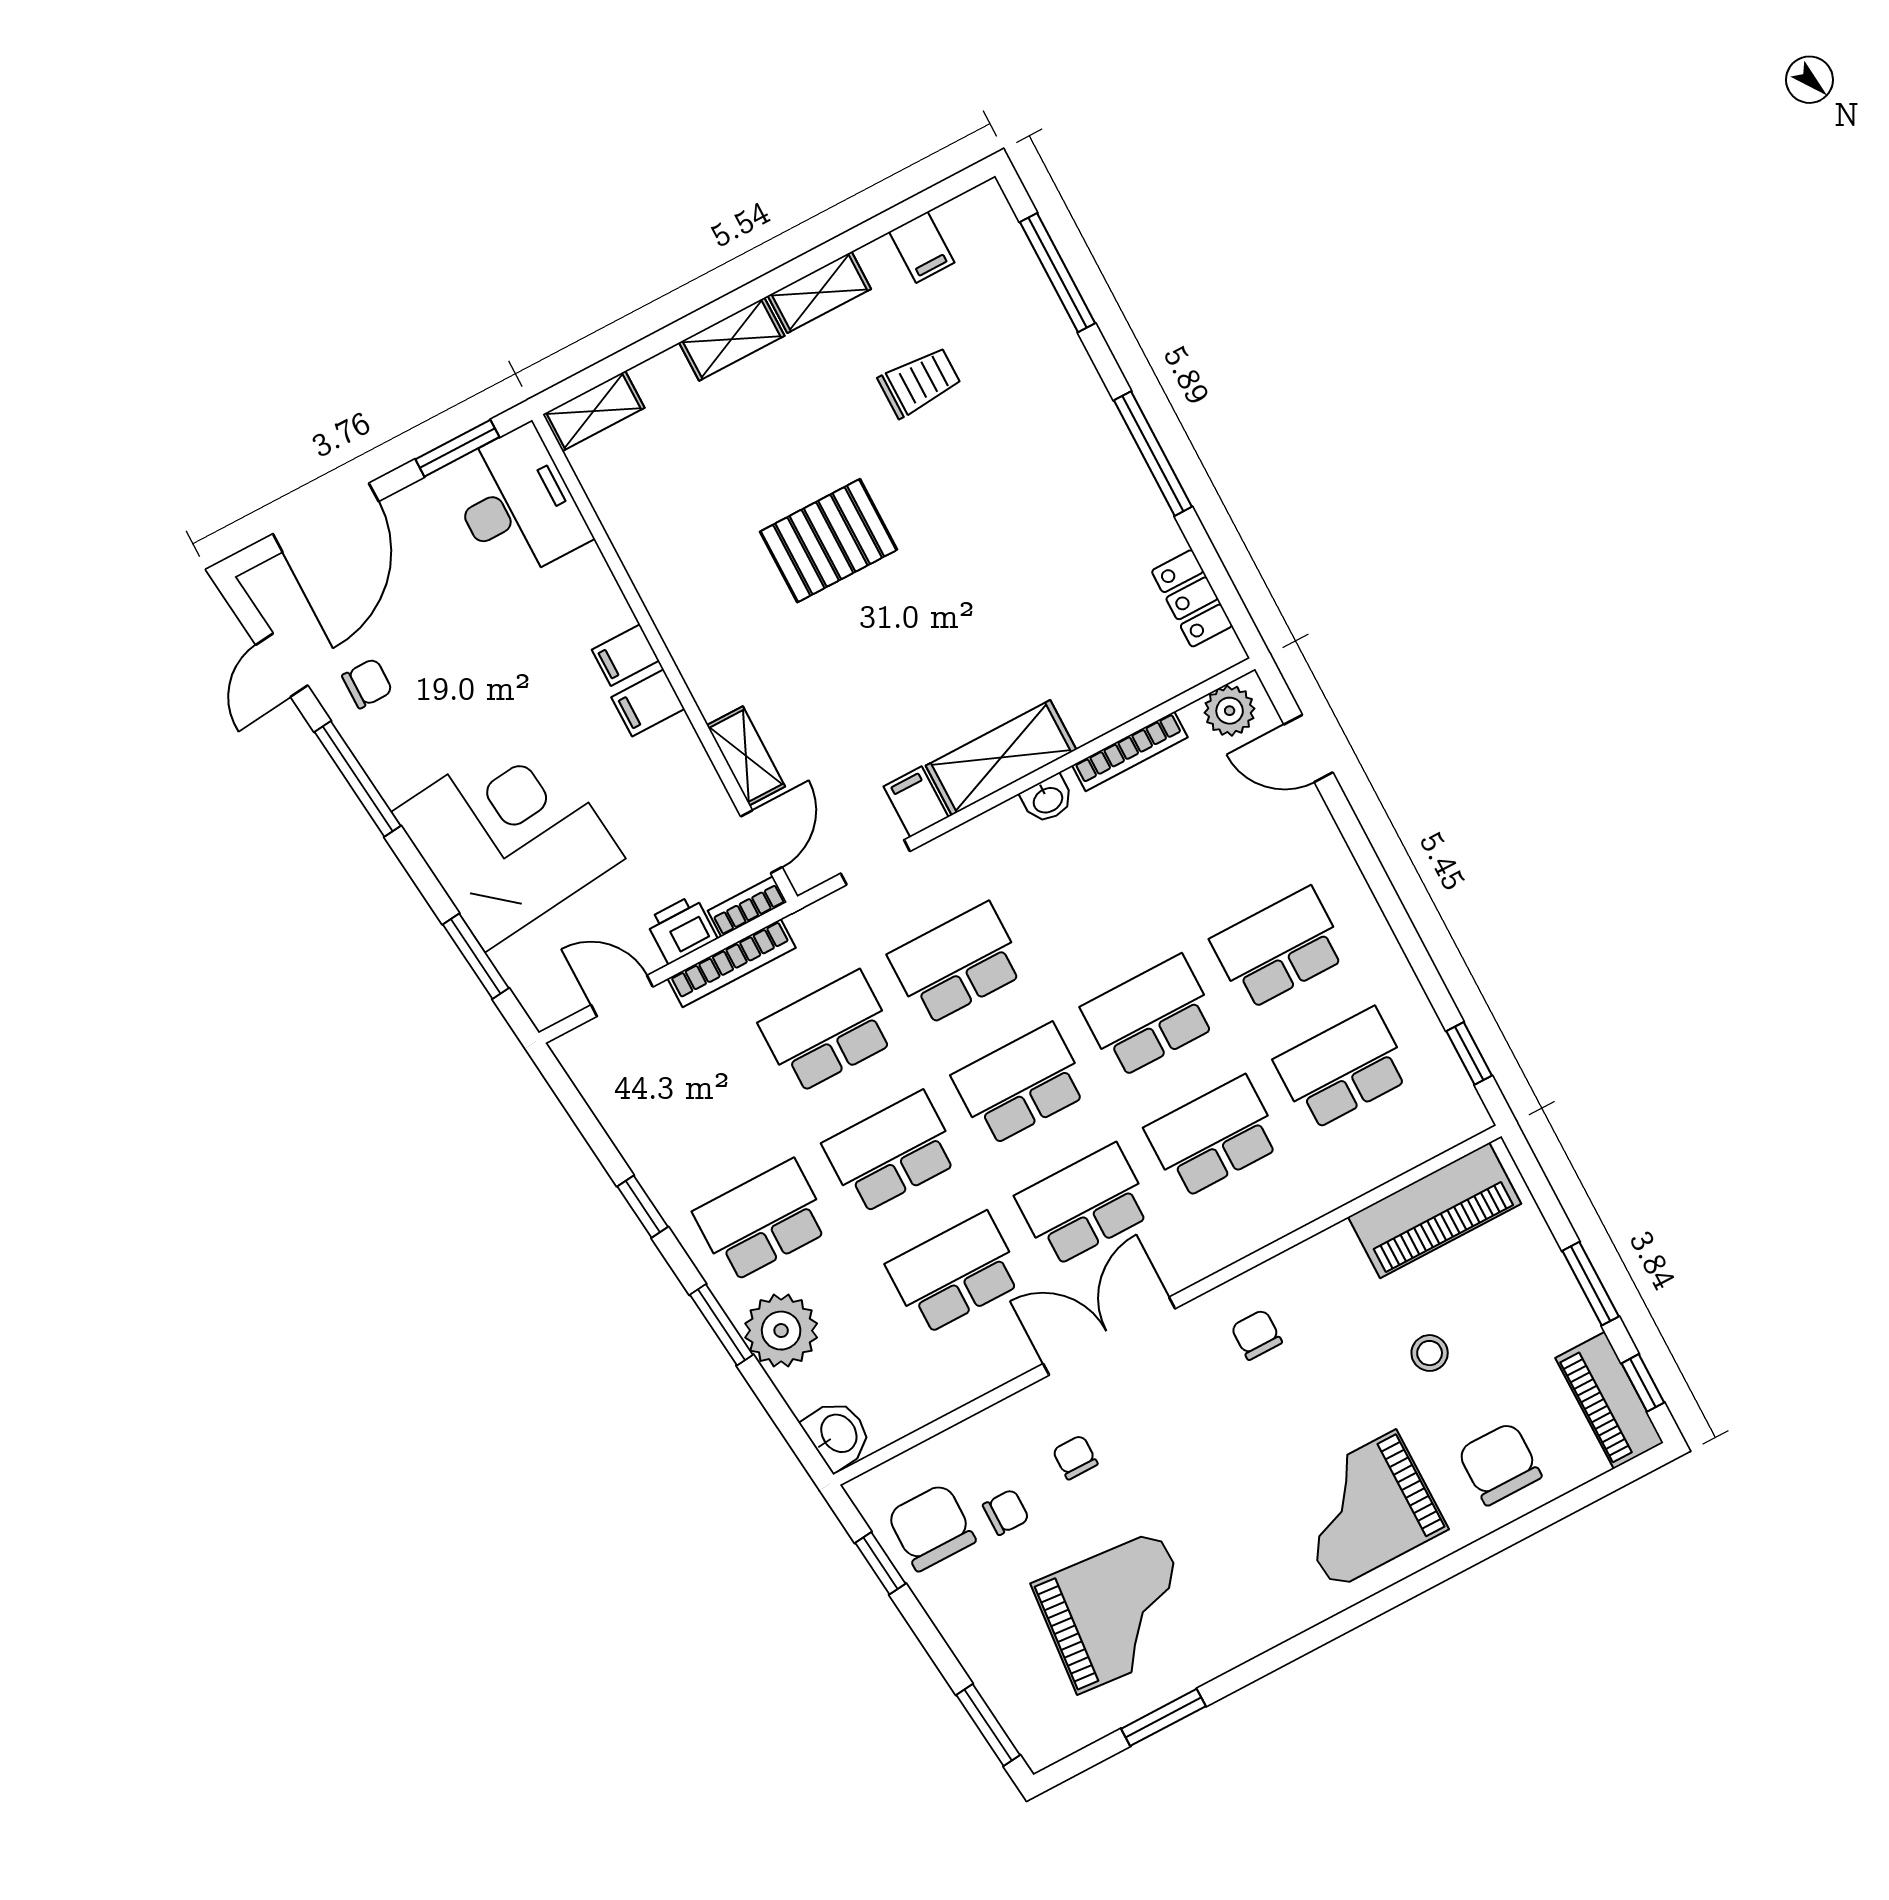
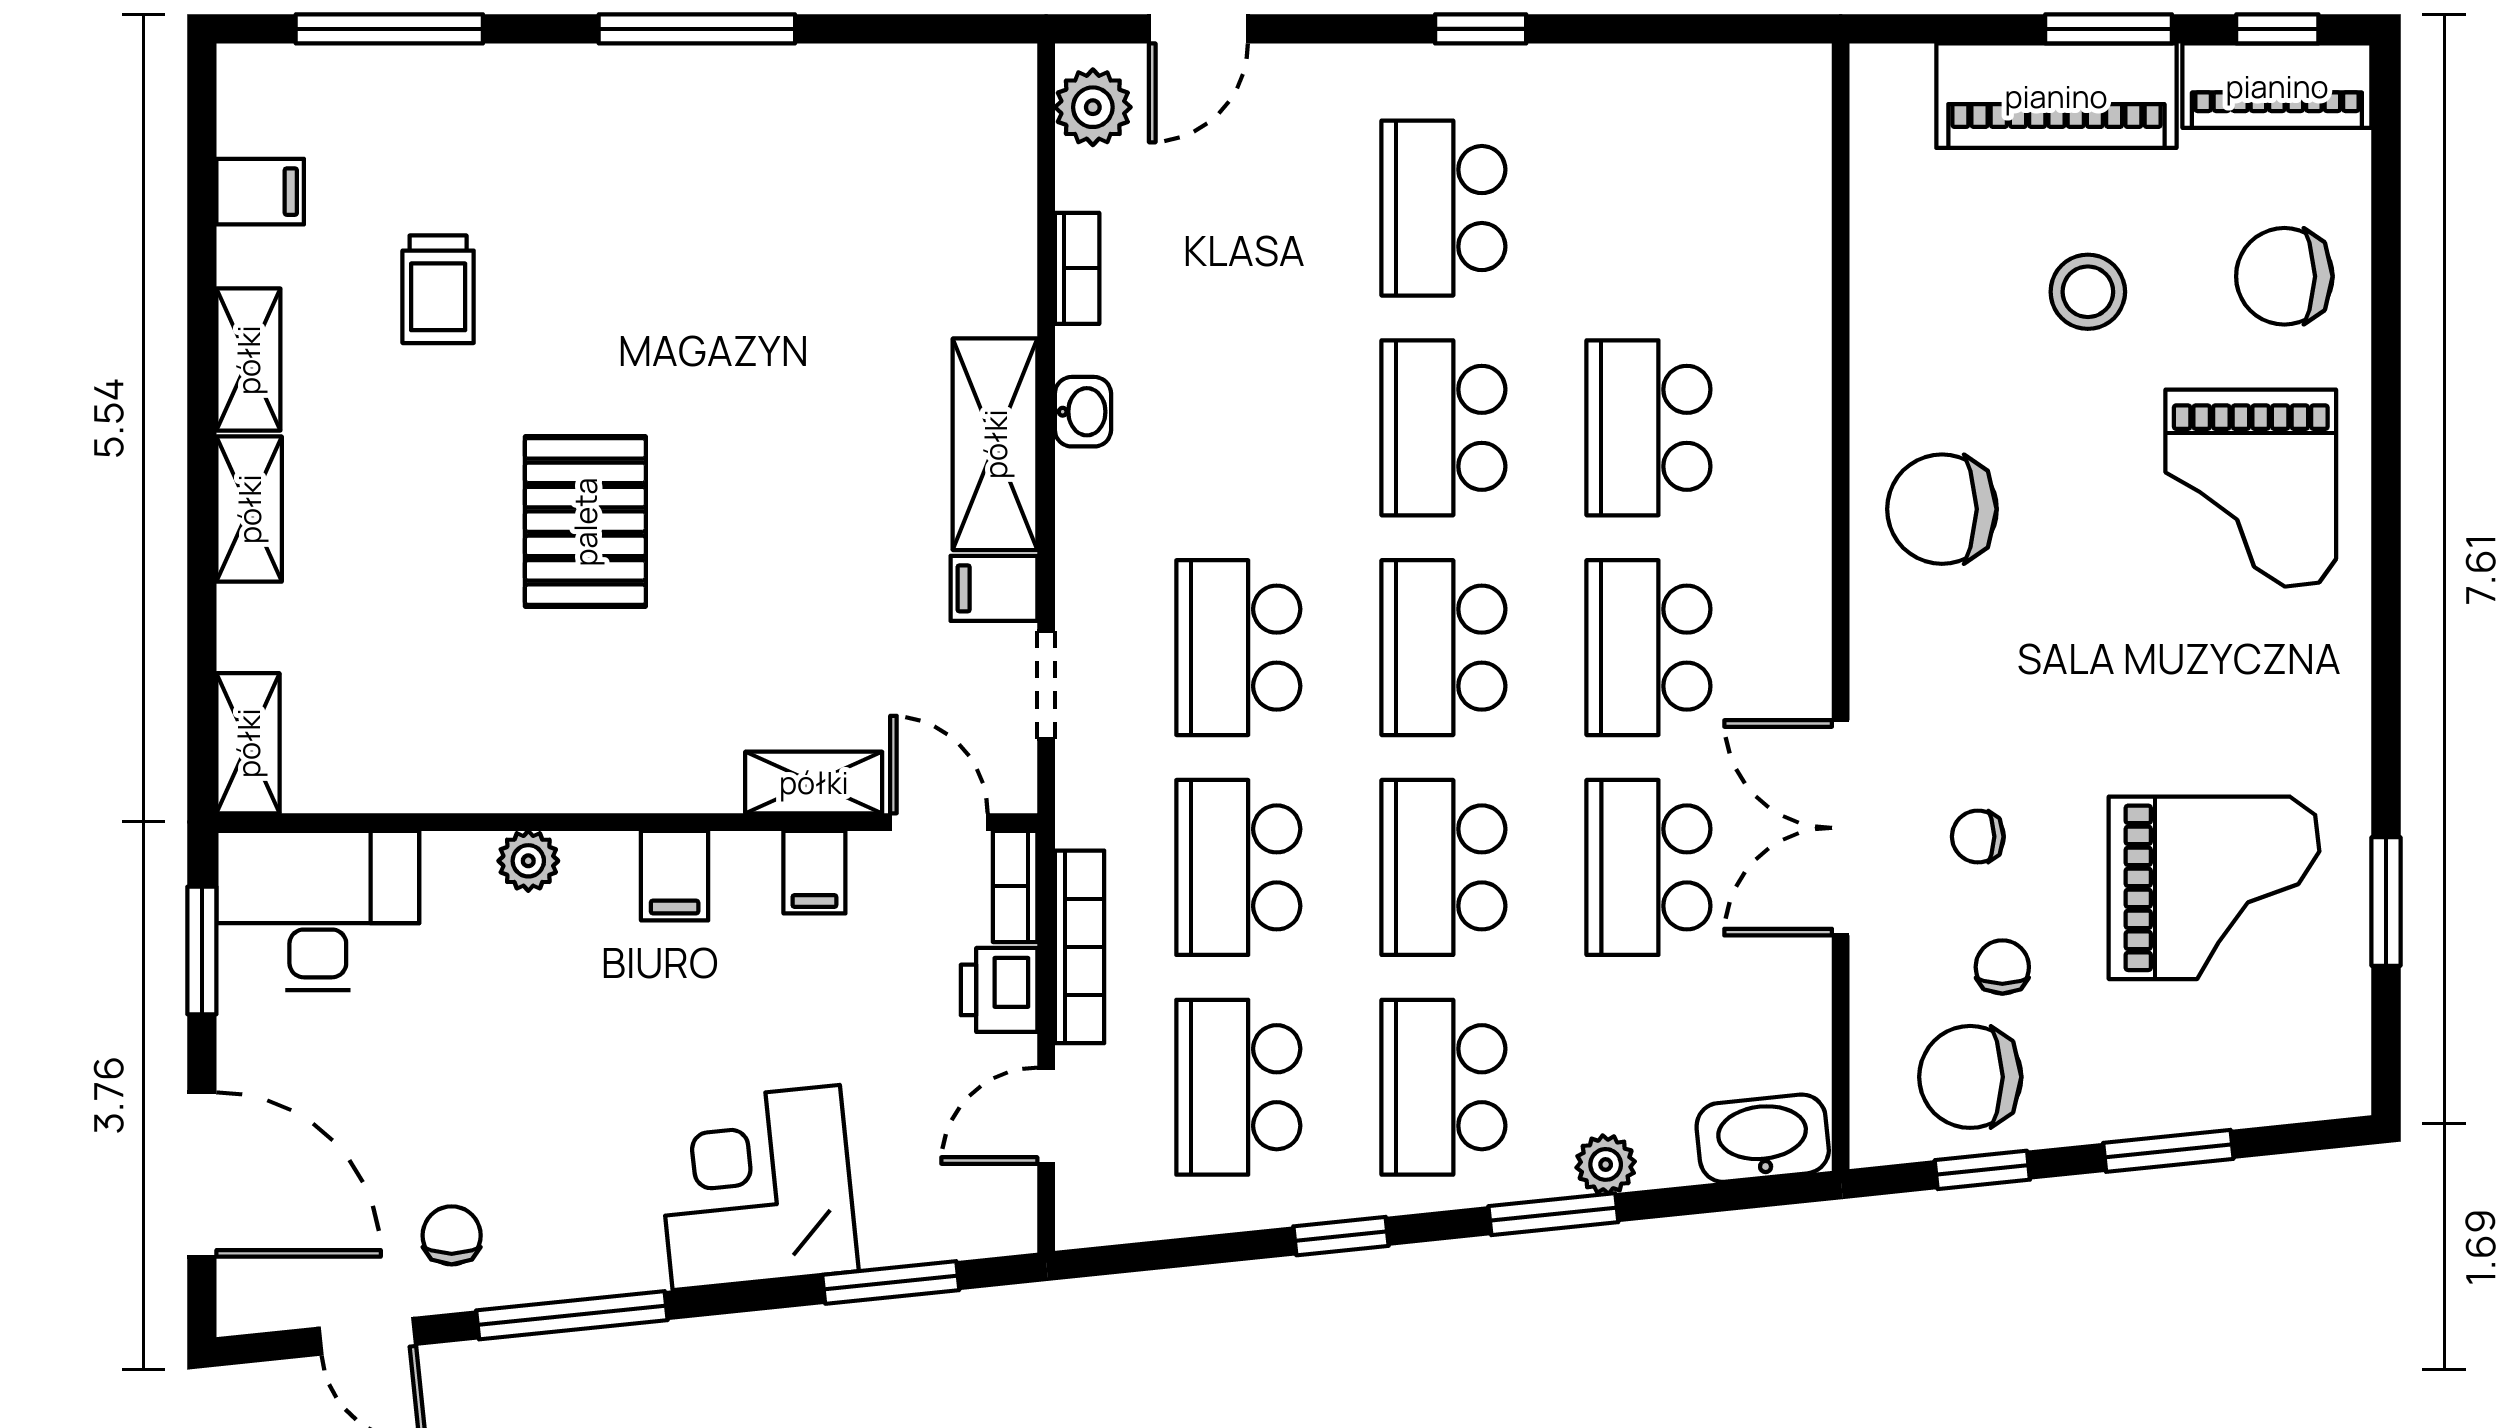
trolley: (919, 382) -> (438, 289), turned 180
locker: (1192, 598) -> (917, 78), removed
plant: (611, 612) -> (528, 861), added
filing cabinet: (625, 655) -> (814, 872), moved
bookcase: (1130, 751) -> (1077, 268), width x0.64
corner desk: (509, 835) -> (756, 1187), width x0.74, depth x0.74
window: (1469, 1053) -> (1481, 29), moved
school desk: (1343, 1069) -> (1238, 1087), moved
piano: (1435, 1210) -> (2056, 96), moved, turned 90
plant: (781, 1331) -> (1606, 1164), width x0.53, depth x0.53
chair: (1256, 1335) -> (1942, 509), width x1.87, depth x1.87
double door: (1109, 1336) -> (1841, 828), moved
stool: (1430, 1353) -> (2088, 292), width x1.37, depth x1.37
washbasin: (838, 1434) -> (1763, 1138), width x1.38
grand piano: (1118, 1612) -> (2214, 888), turned 85
window: (988, 1725) -> (2168, 1151), moved

